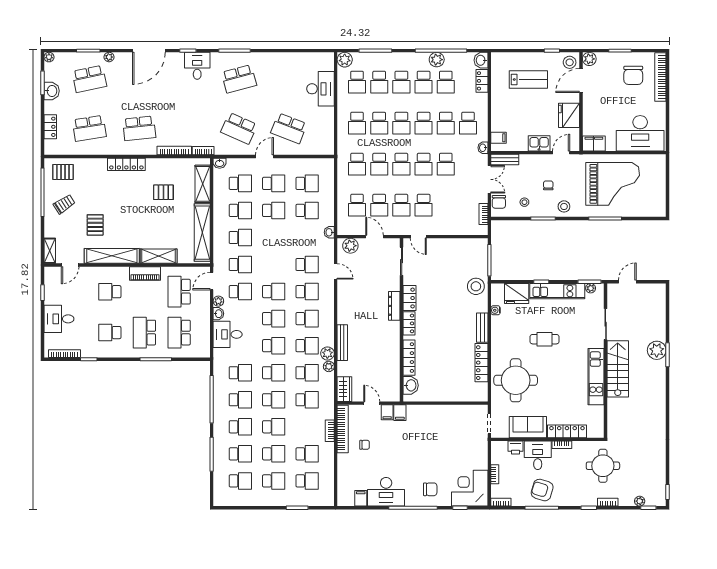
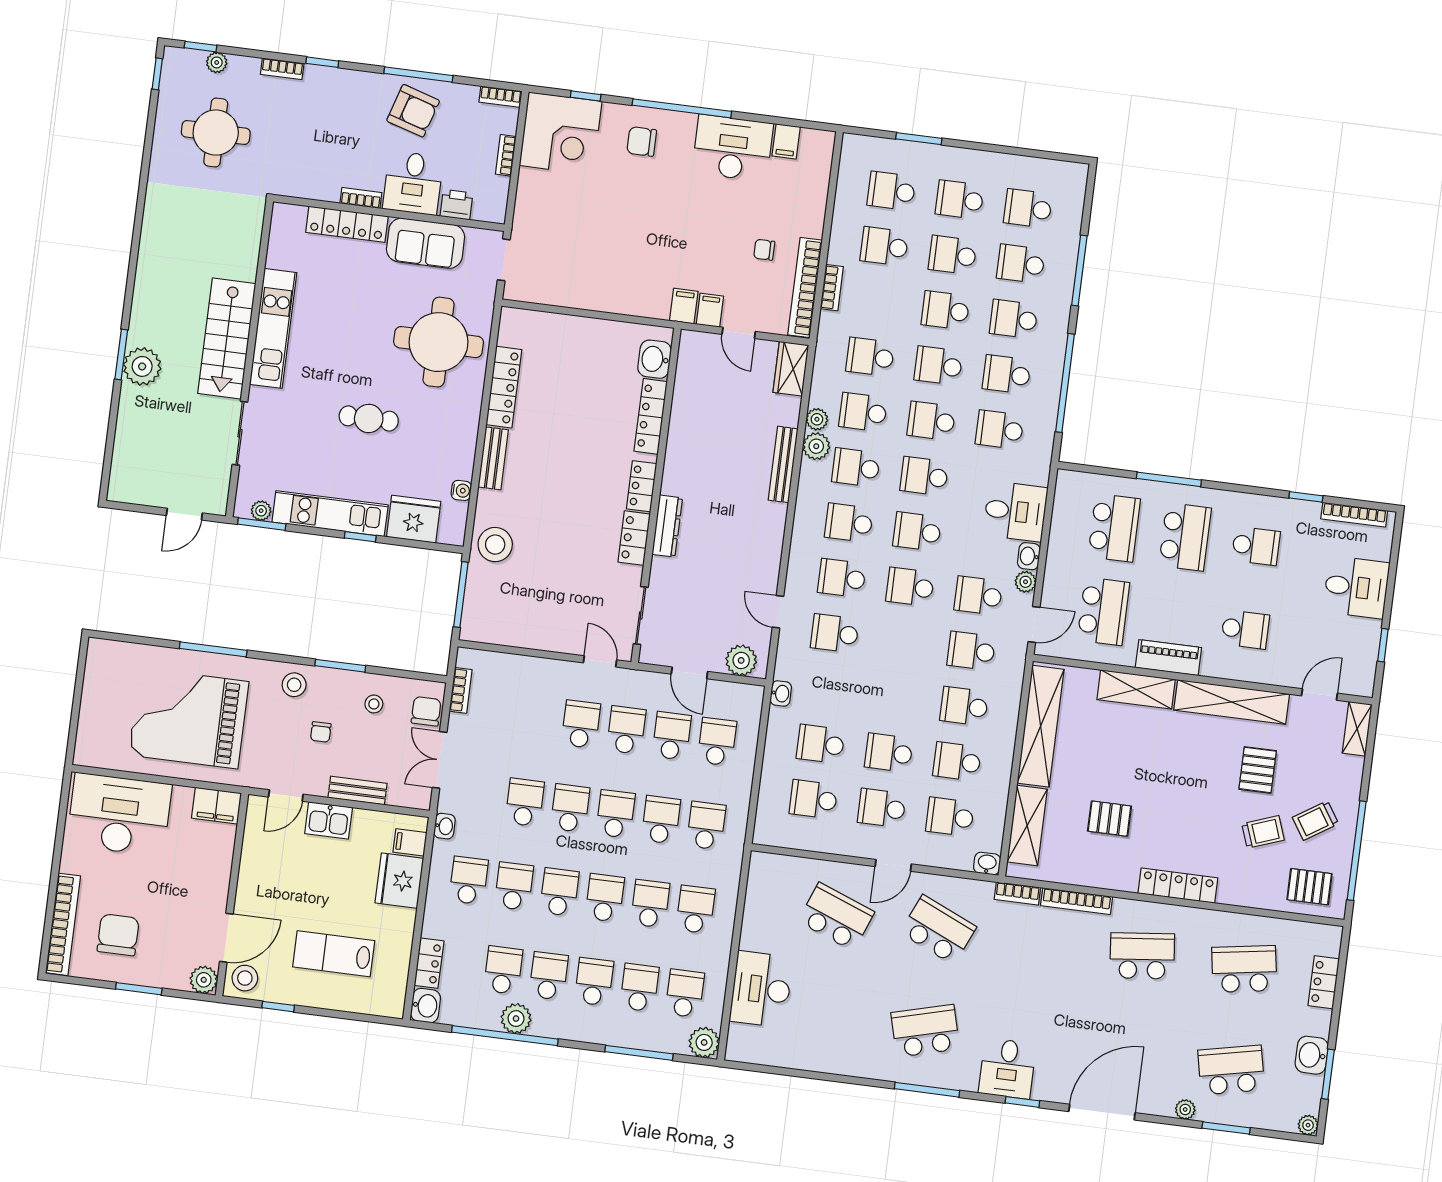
fridge: (569, 115) -> (399, 881), moved, turned 180
bench: (505, 159) -> (358, 791), moved
trolley: (89, 195) -> (1263, 832), added
round table: (603, 466) -> (216, 133), moved

